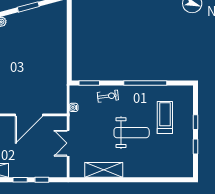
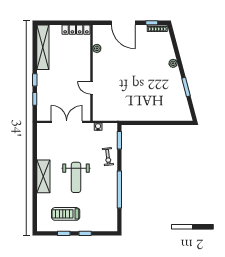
door: (29, 115) -> (91, 88), width x0.53
treadmill: (165, 118) -> (66, 214), moved, turned 180
double door: (68, 143) -> (67, 122), width x1.37
shelving: (104, 170) -> (43, 176), moved

